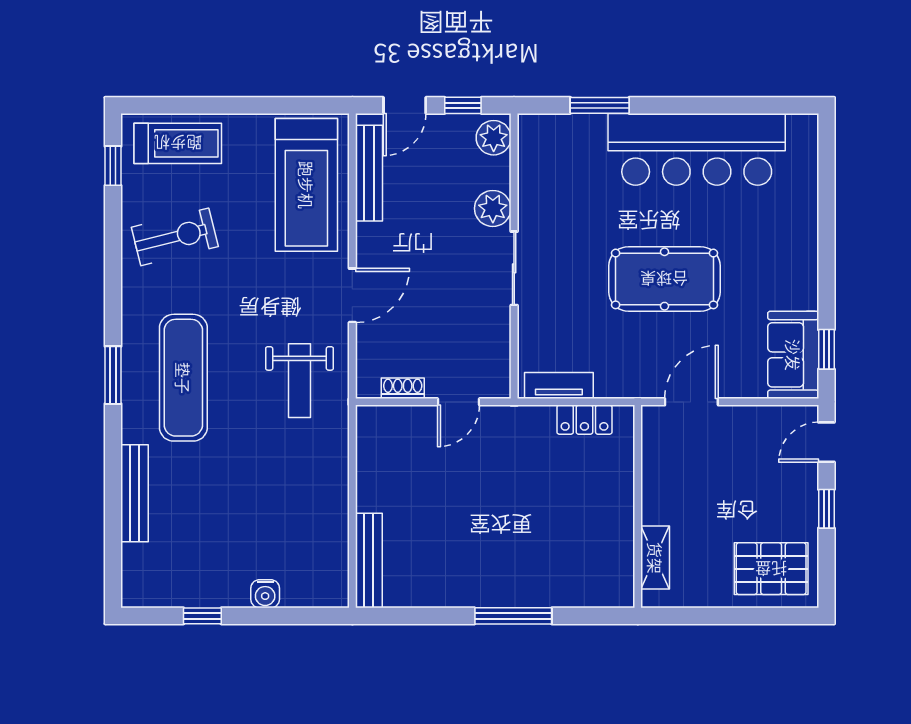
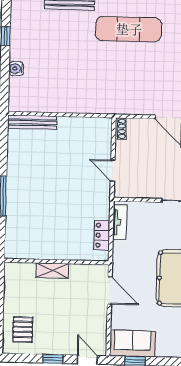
weight bench: (300, 381) -> (126, 89), removed
shoe rack: (403, 388) -> (121, 129), moved
shelving: (655, 558) -> (52, 270), moved
pallet: (771, 569) -> (23, 330), width x0.67, depth x0.71

